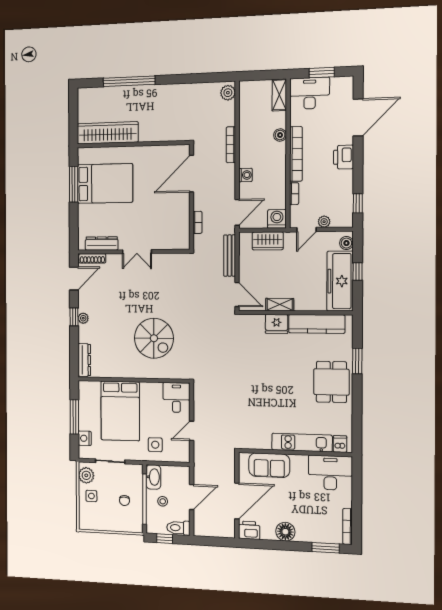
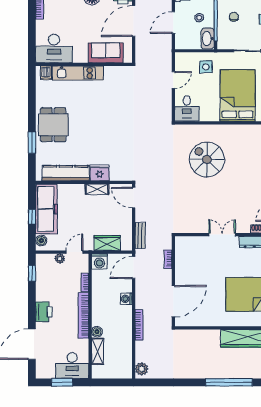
shelving: (279, 95) -> (98, 351), moved
bench: (230, 256) -> (140, 236), width x0.73

